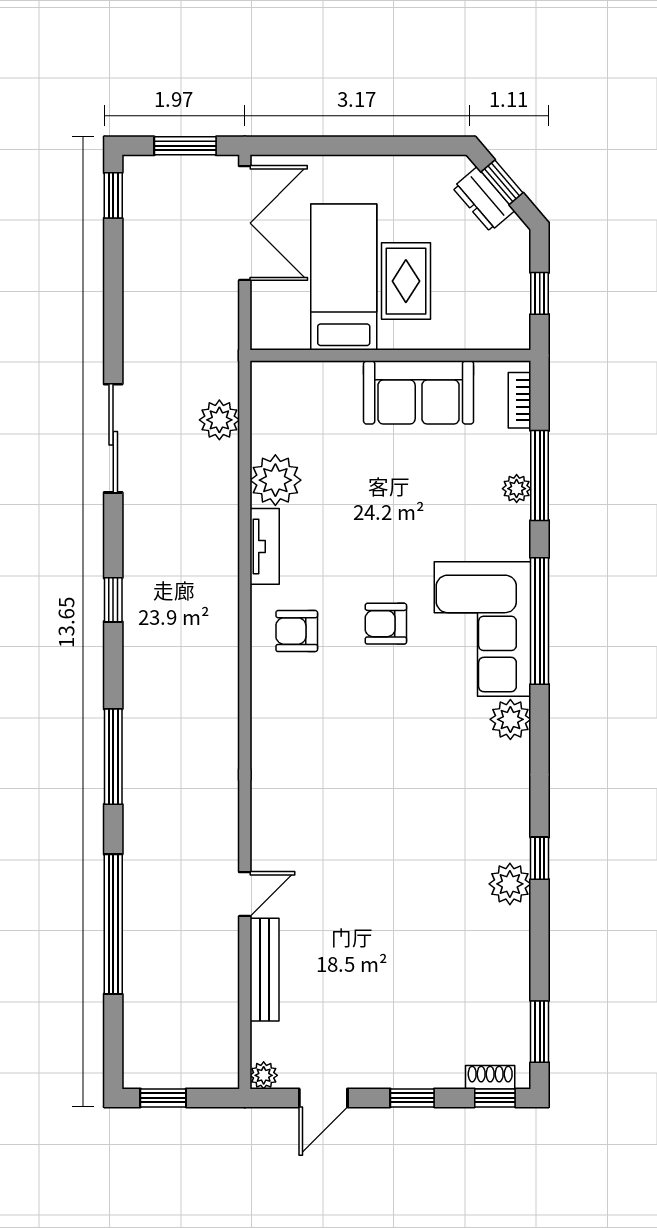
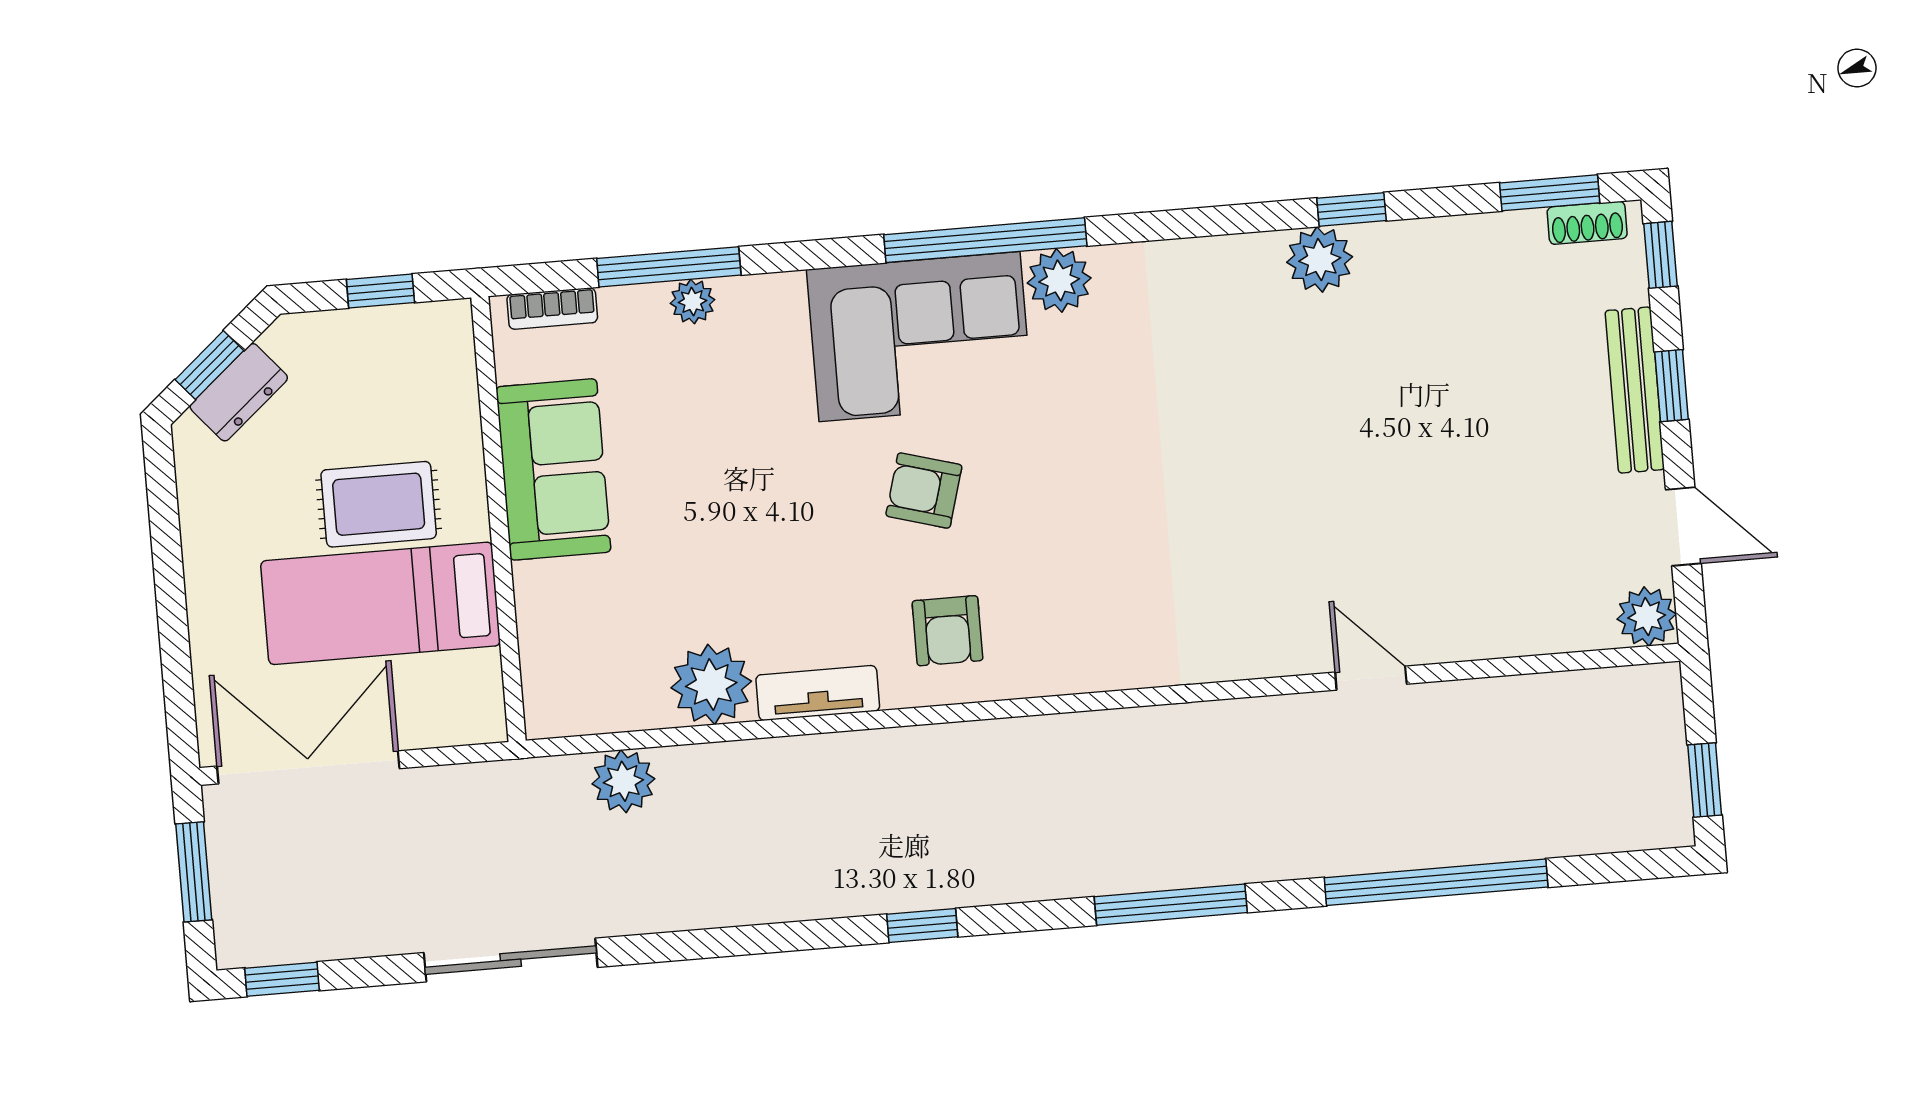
sliding door: (113, 438) -> (511, 960), moved
window: (540, 621) -> (985, 240), moved
armchair: (386, 624) -> (924, 490), turned 106
window: (540, 858) -> (1351, 209), moved
bench: (264, 970) -> (1635, 390), moved, turned 90
plant: (264, 1075) -> (1647, 617), width x1.38, depth x1.38
shoe rack: (490, 1077) -> (1587, 223), moved, turned -90

